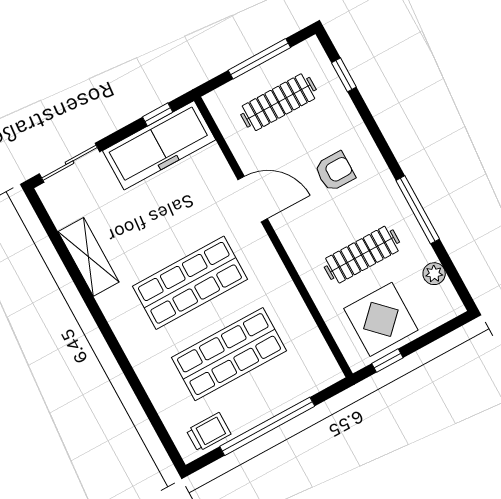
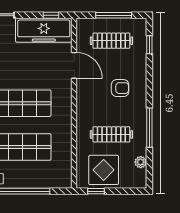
door: (253, 199) -> (74, 65), moved

